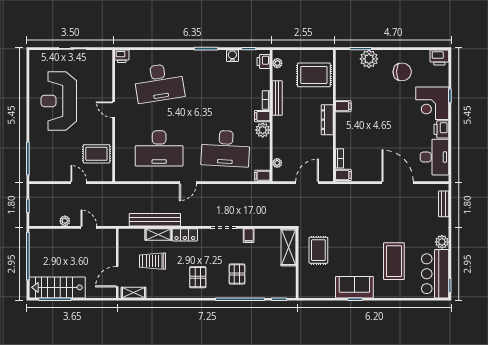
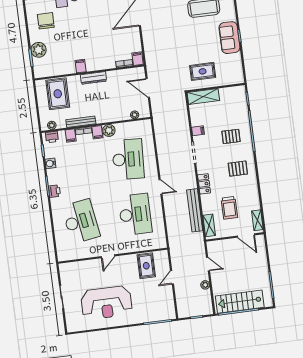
printer: (122, 56) -> (54, 191), moved
filing cabinet: (262, 176) -> (71, 136), moved
door: (89, 227) -> (208, 264), swing flipped
shelving: (158, 234) -> (209, 225), moved
stairs: (57, 287) -> (240, 302), moved, turned 90

